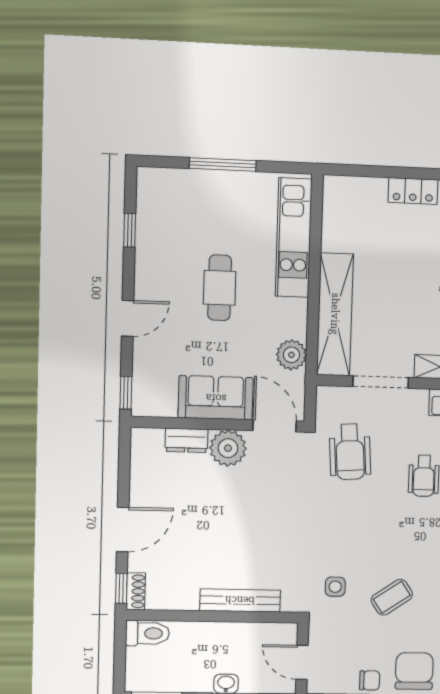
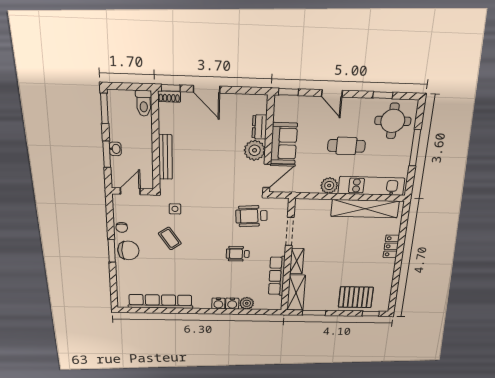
round table: (174, 209) -> (393, 121), added
shelving: (335, 314) -> (365, 209), moved
plant: (291, 355) -> (329, 185), moved

